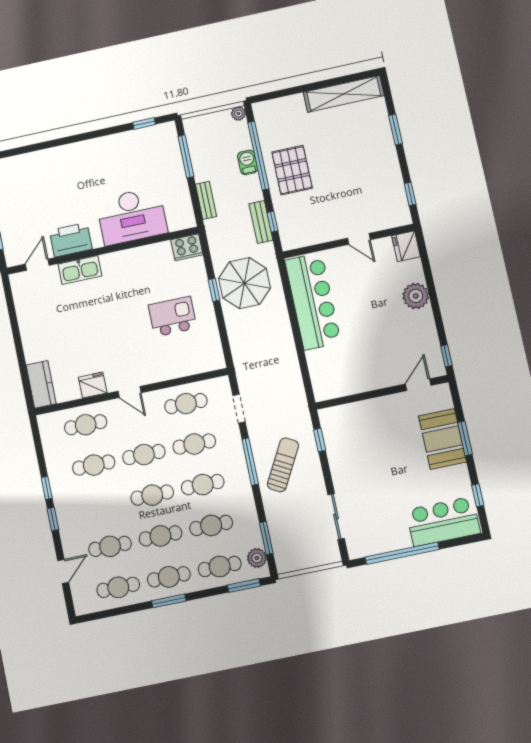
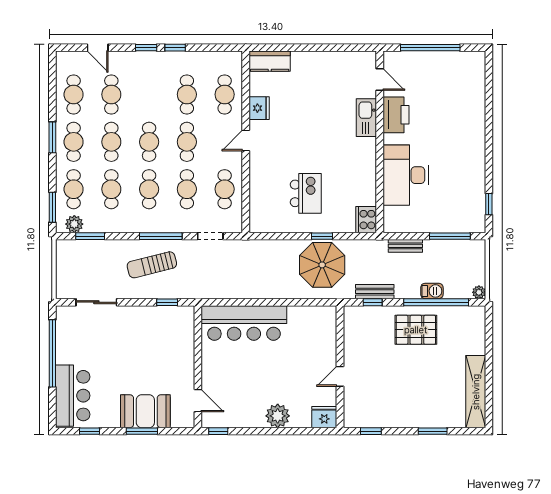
bar counter: (313, 301) -> (244, 323), moved
sun lounger: (283, 465) -> (152, 265), turned 137

